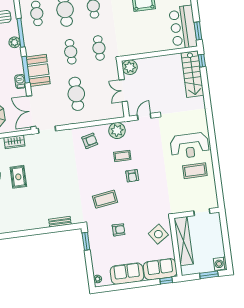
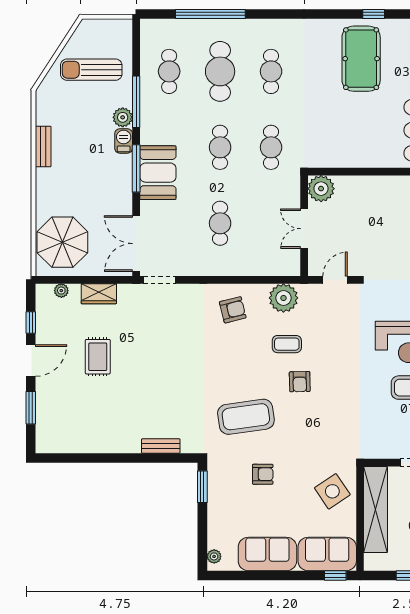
barbecue: (20, 82) -> (124, 141), moved
cafe table: (76, 94) -> (220, 223), width x0.73, depth x0.74
coffee table: (105, 199) -> (246, 417), width x1.36, depth x1.32

